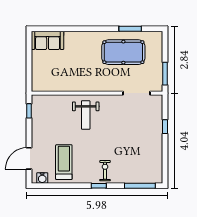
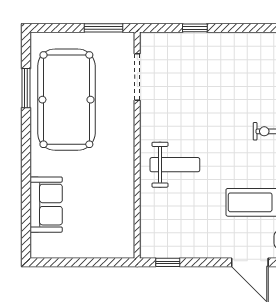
sofa: (48, 40) -> (46, 205), moved
pool table: (123, 52) -> (66, 100), width x1.36, depth x1.32

